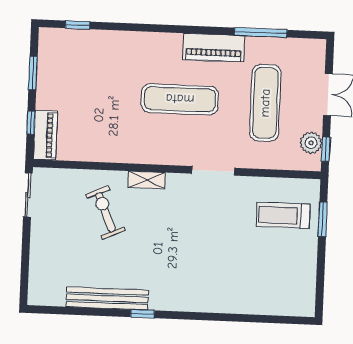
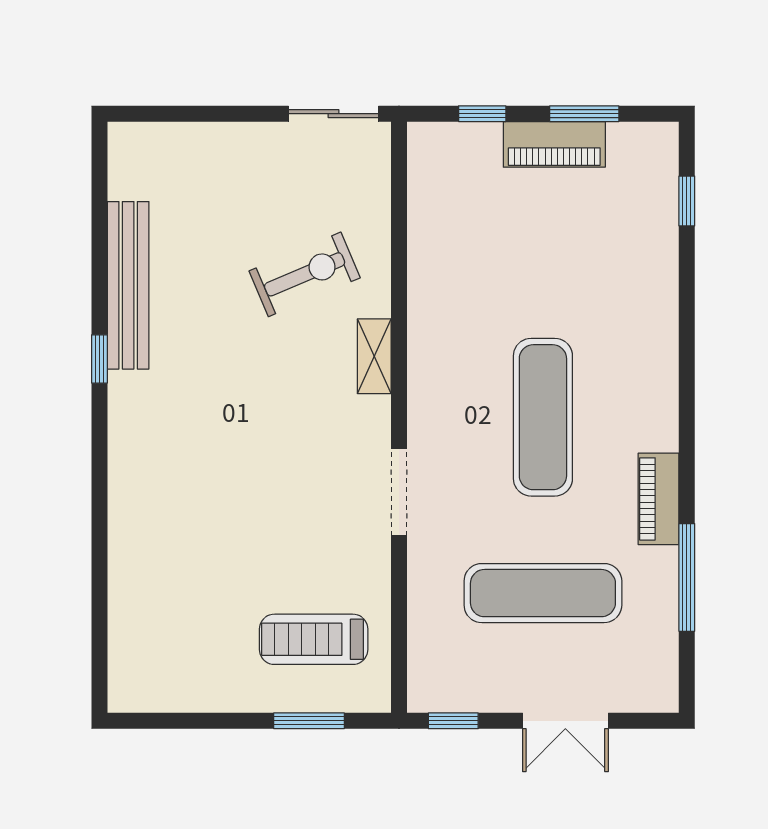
piano: (214, 48) -> (658, 499), width x0.73, depth x0.75
piano: (45, 135) -> (554, 144), moved
plant: (311, 143) -> (465, 690), removed
treadmill: (283, 215) -> (314, 639), turned -90

